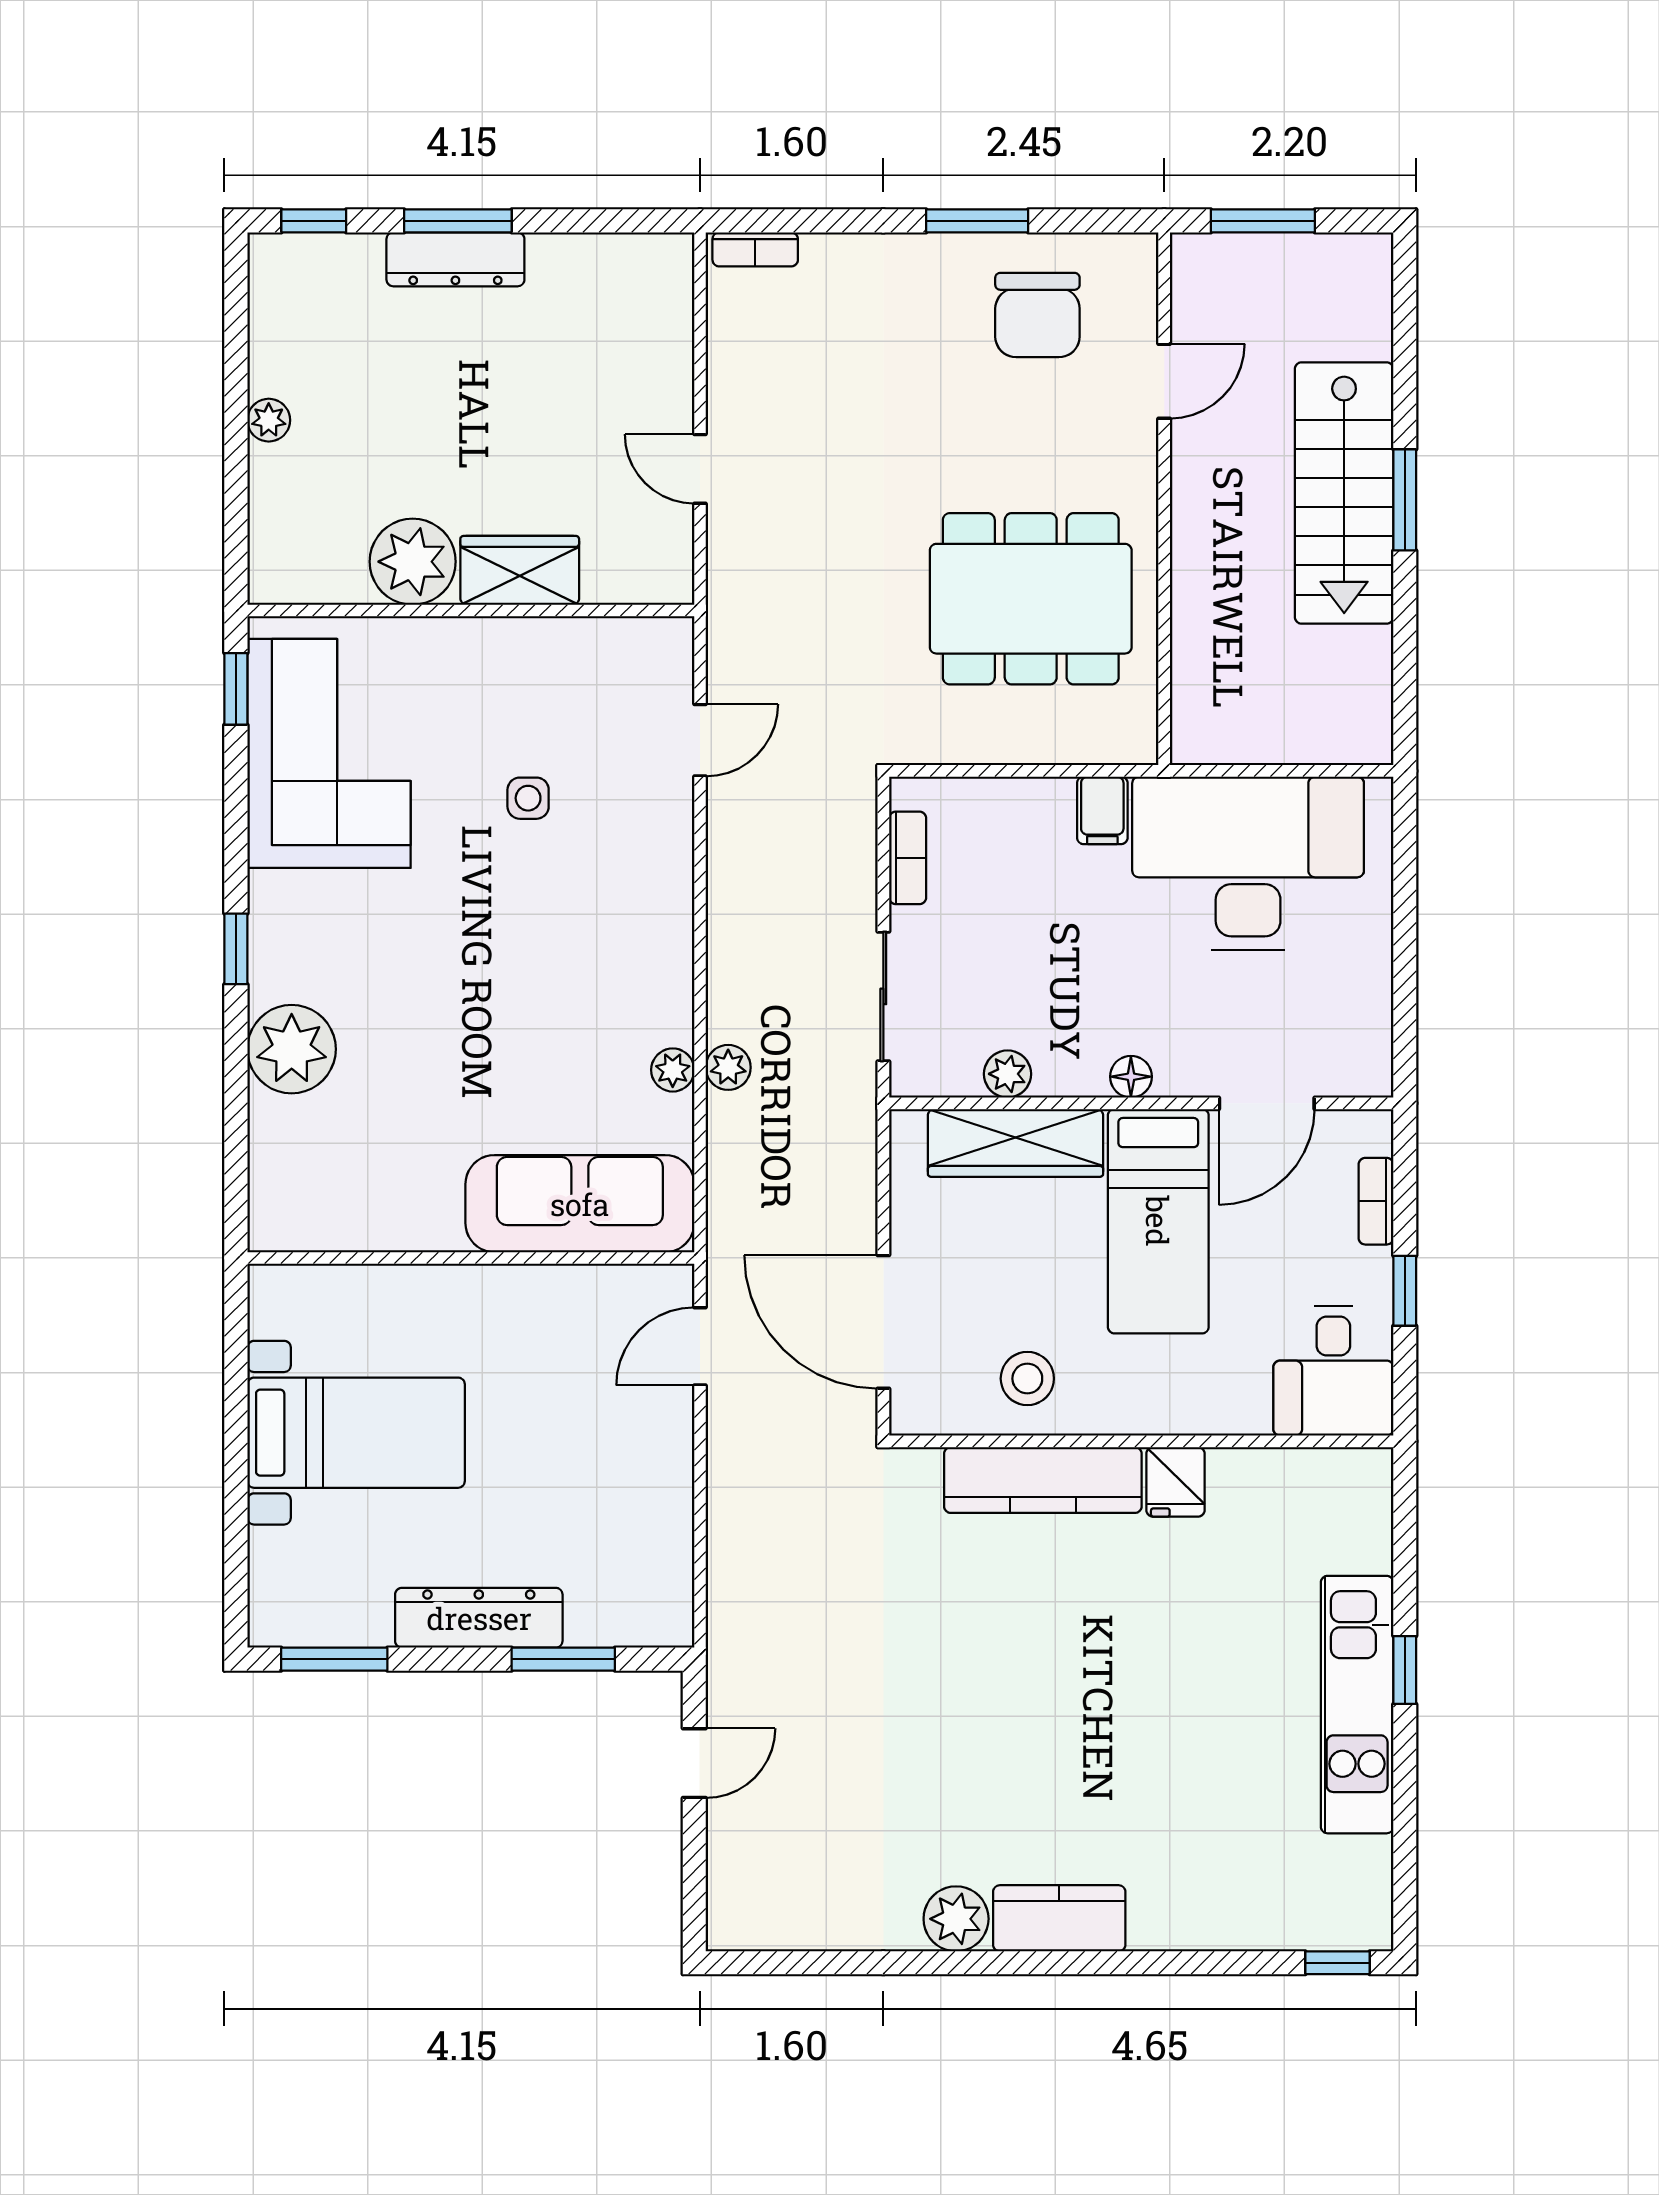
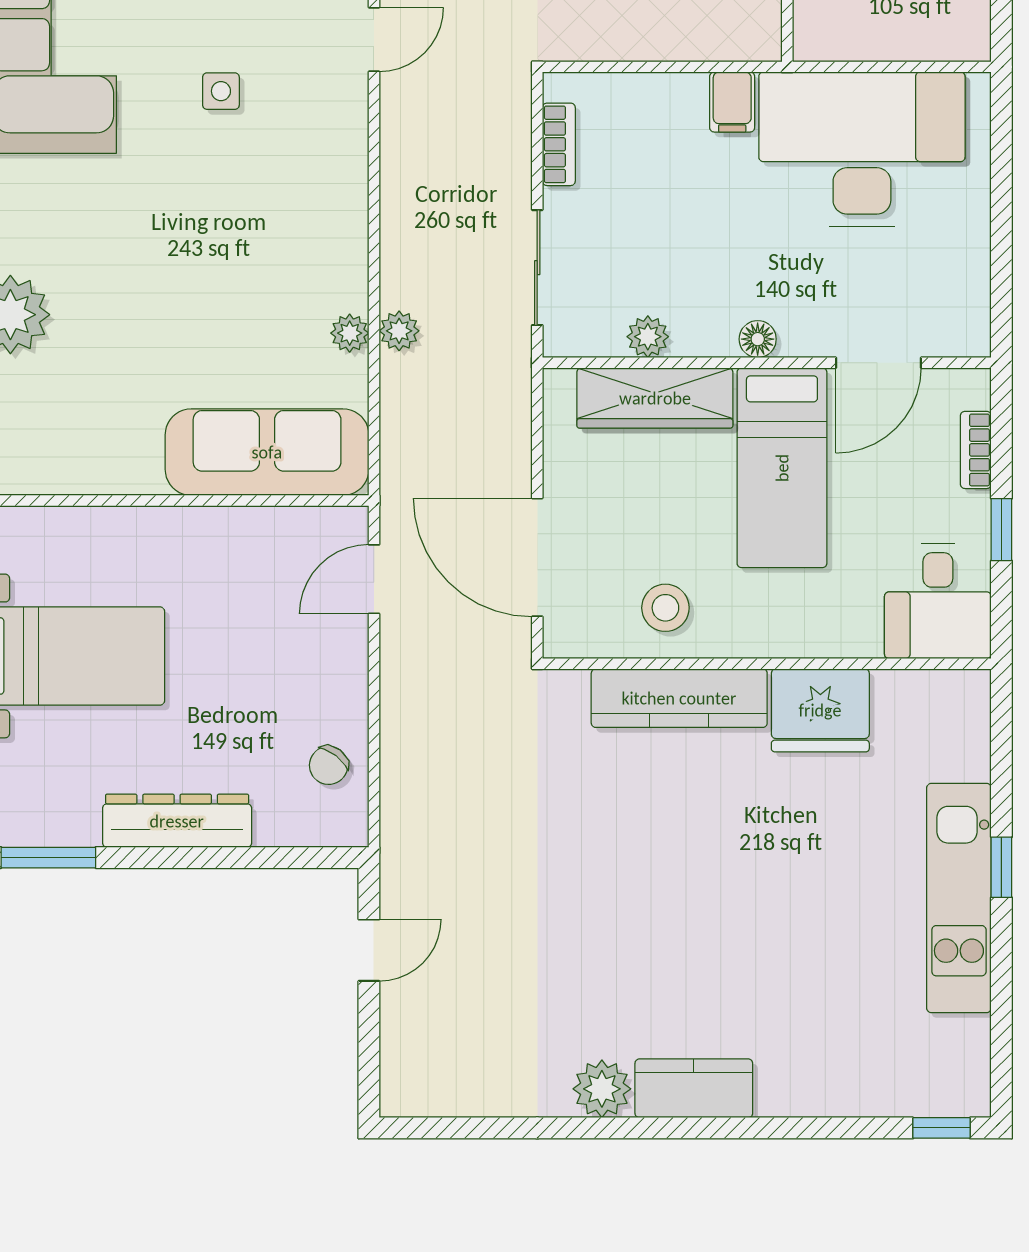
fridge: (1175, 1482) -> (820, 710), width x1.88, depth x1.34
chair: (649, 1555) -> (329, 765), added
window: (563, 1659) -> (252, 858), removed

